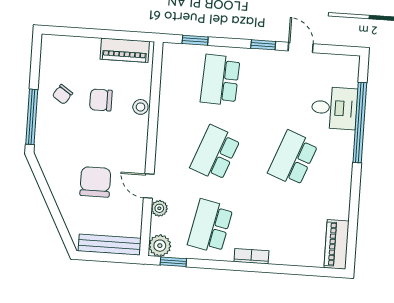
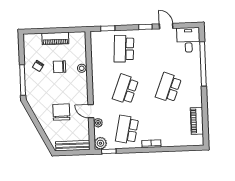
piano: (125, 50) -> (55, 39), moved
desk: (334, 108) -> (188, 40), moved, turned -90
piano: (337, 244) -> (197, 121), moved

